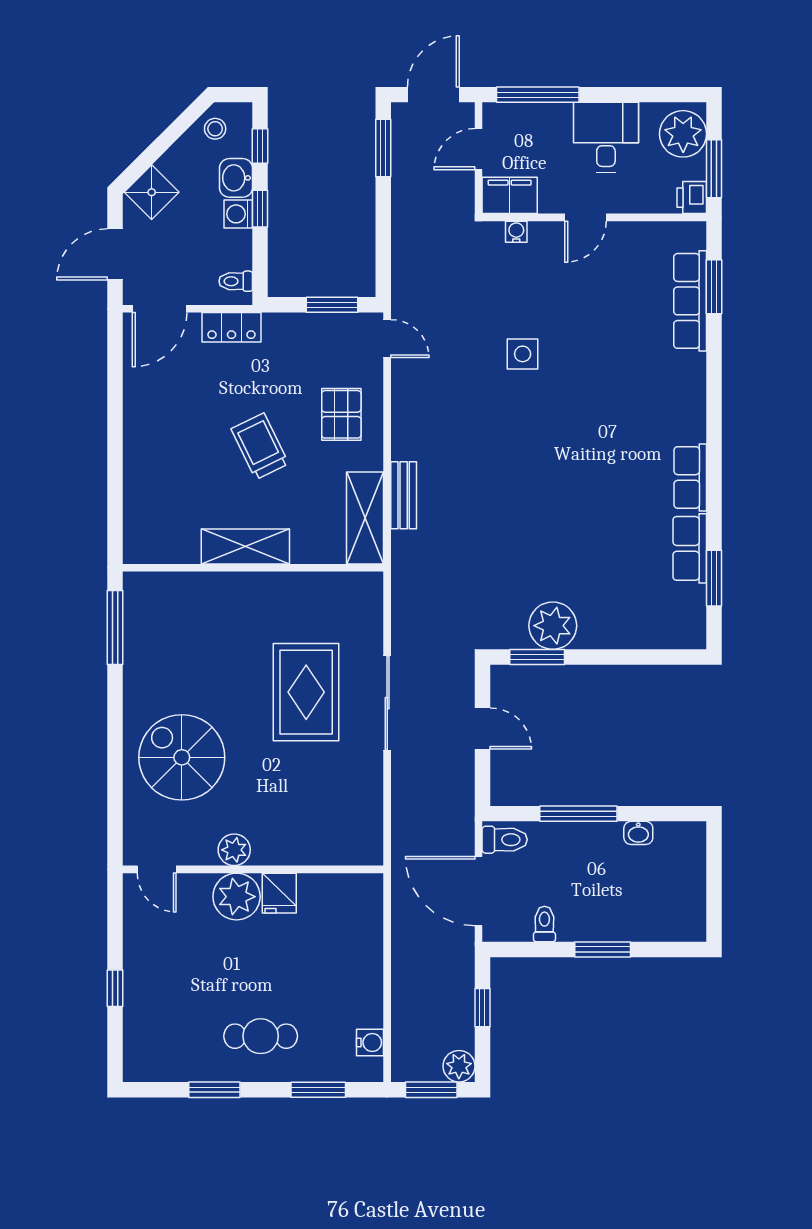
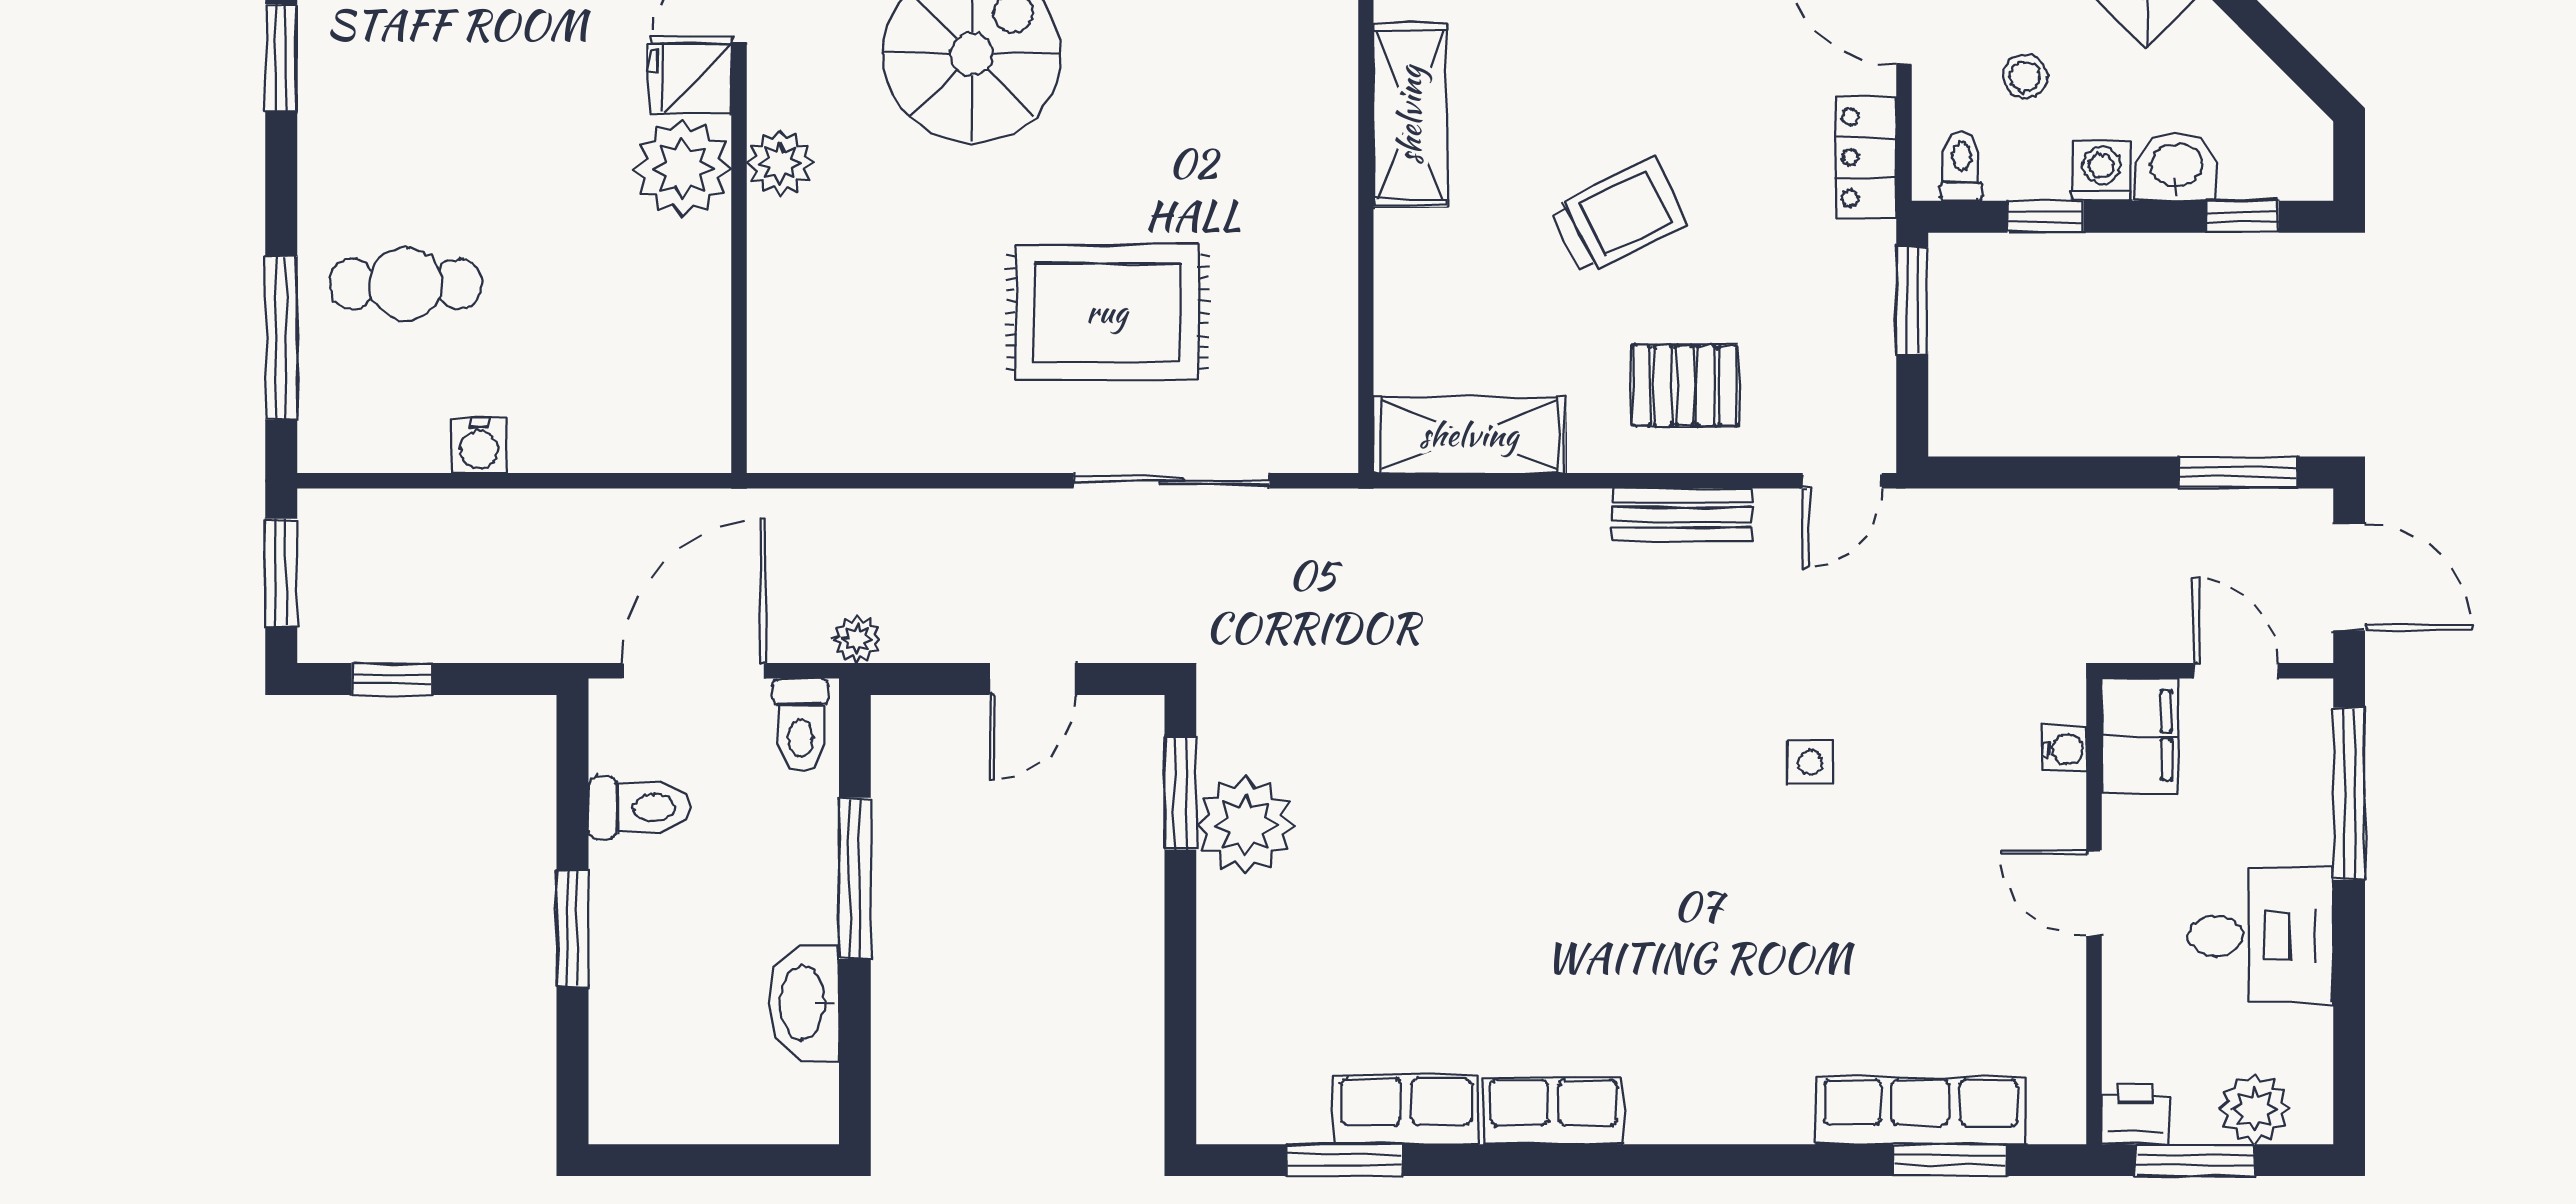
stool: (215, 129) -> (2025, 76), moved
plant: (683, 134) -> (2255, 1109), width x0.73, depth x0.73
window: (260, 209) -> (2046, 217), moved
window: (332, 305) -> (1912, 300), moved
side table: (523, 354) -> (1810, 762), width x0.73, depth x0.73
bench: (404, 495) -> (1682, 515), moved
shelving: (245, 546) -> (1410, 115), moved
sliding door: (387, 703) -> (1172, 481), moved
washbasin: (638, 833) -> (804, 1003), width x1.91, depth x1.45
fridge: (279, 893) -> (690, 79), moved
toilet: (544, 924) -> (640, 808), width x1.37, depth x1.39
window: (482, 1008) -> (392, 679), moved
cafe table: (261, 1036) -> (406, 284), moved, turned 90
water cooler: (370, 1043) -> (479, 445), moved
plant: (459, 1066) -> (857, 639), moved, width x0.73, depth x0.73
window: (214, 1090) -> (281, 58), moved
window: (318, 1090) -> (281, 338), width x1.44

